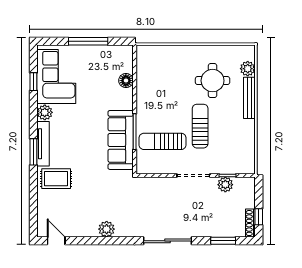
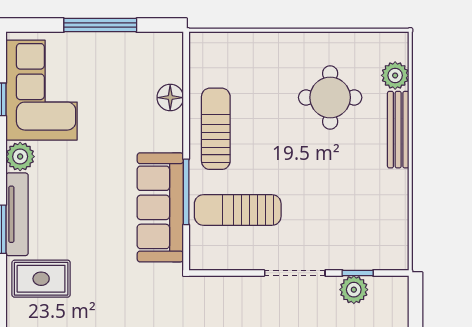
sun lounger: (200, 126) -> (216, 129), moved

